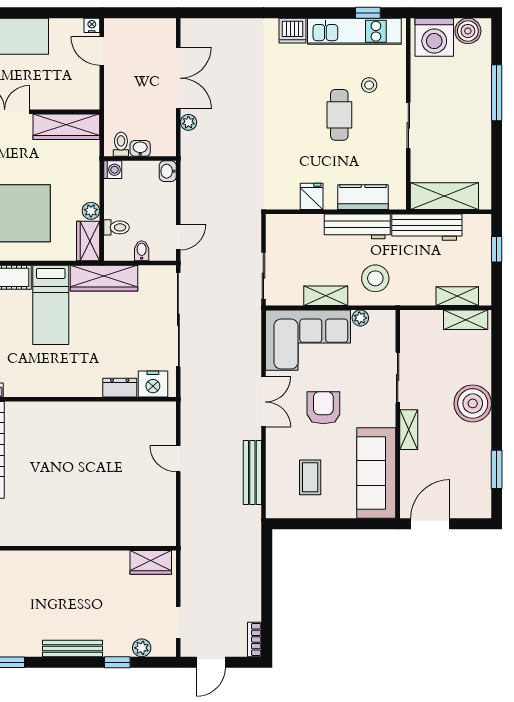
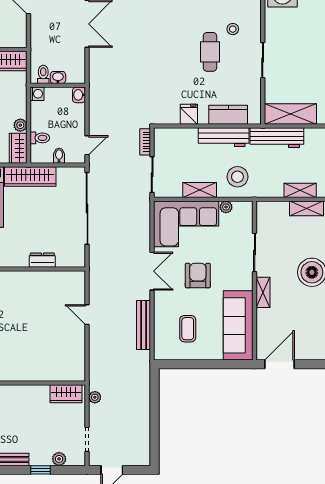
plant: (188, 122) -> (95, 397), moved
nightstand: (153, 384) -> (68, 257), removed
bookcase: (254, 640) -> (145, 142), moved

